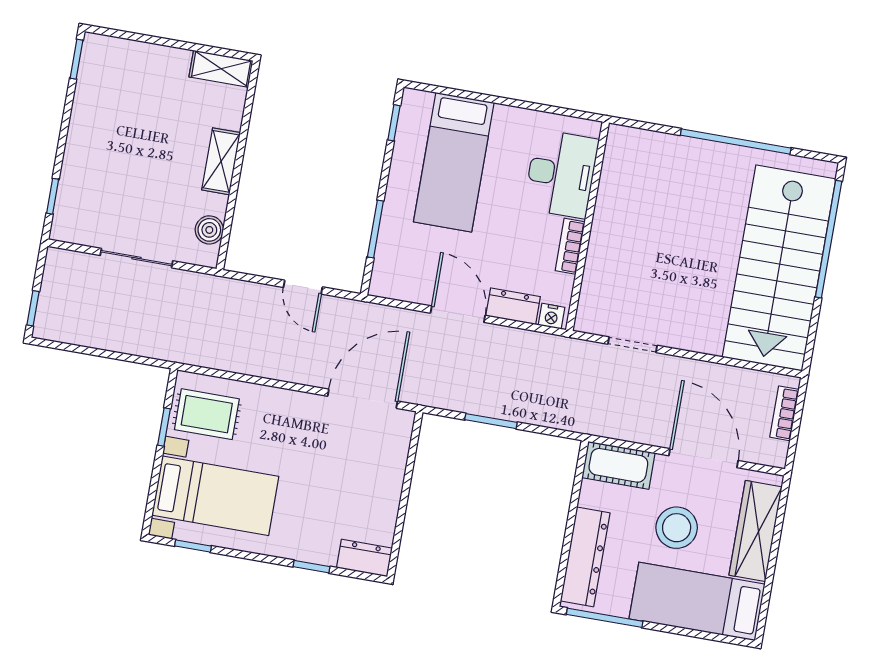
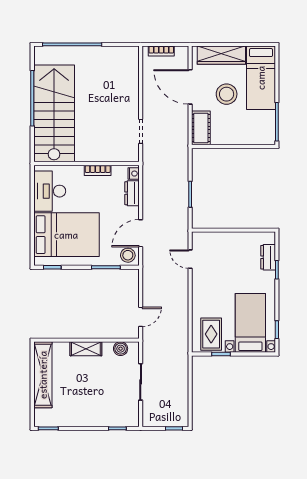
shelving: (221, 69) -> (43, 375), width x2.20, depth x1.33
bed: (454, 162) -> (66, 235), width x1.50
desk: (561, 174) -> (50, 191), moved, turned -90
stairs: (779, 268) -> (54, 113), moved, turned -90
stool: (392, 277) -> (128, 255), added
door: (303, 287) -> (141, 317), moved
door: (458, 314) -> (141, 233), moved
door: (363, 399) -> (190, 259), width x0.53
door: (703, 458) -> (190, 87), hinge flipped
dresser: (585, 557) -> (249, 136), removed
dresser: (364, 558) -> (268, 257), moved

